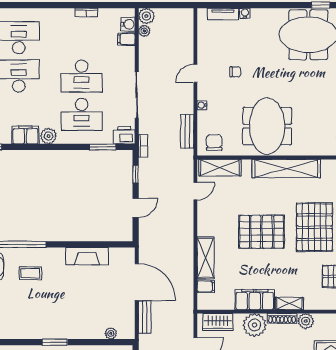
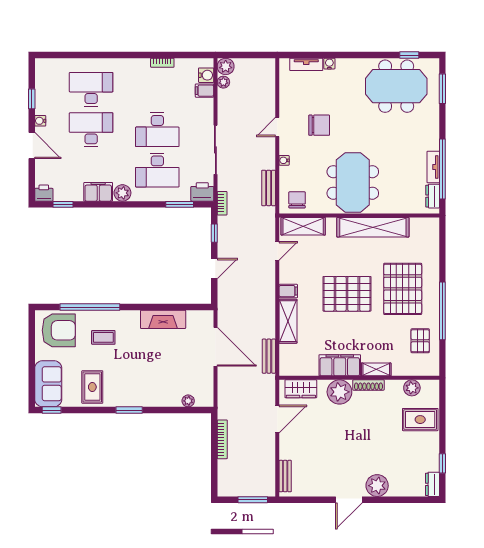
chair: (235, 72) -> (319, 125), width x1.87, depth x1.87
filing cabinet: (206, 286) -> (288, 291), moved
bench: (145, 317) -> (269, 356), moved
rug: (20, 320) -> (92, 387), added
plant: (306, 321) -> (412, 388), moved

